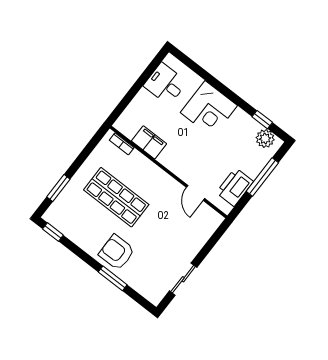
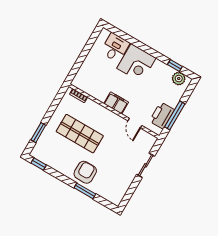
desk: (165, 84) -> (115, 48), moved, turned 90
filing cabinet: (149, 142) -> (116, 103), moved
window: (262, 177) -> (175, 115), moved
armchair: (117, 252) -> (85, 172), turned 90
sliding door: (183, 279) -> (146, 165), moved

